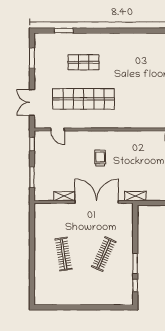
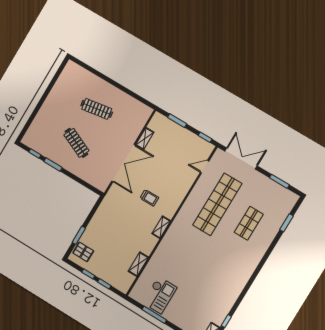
double door: (32, 103) -> (241, 159), width x1.37
trolley: (100, 158) -> (149, 198), moved
shelving: (135, 196) -> (161, 227), moved

